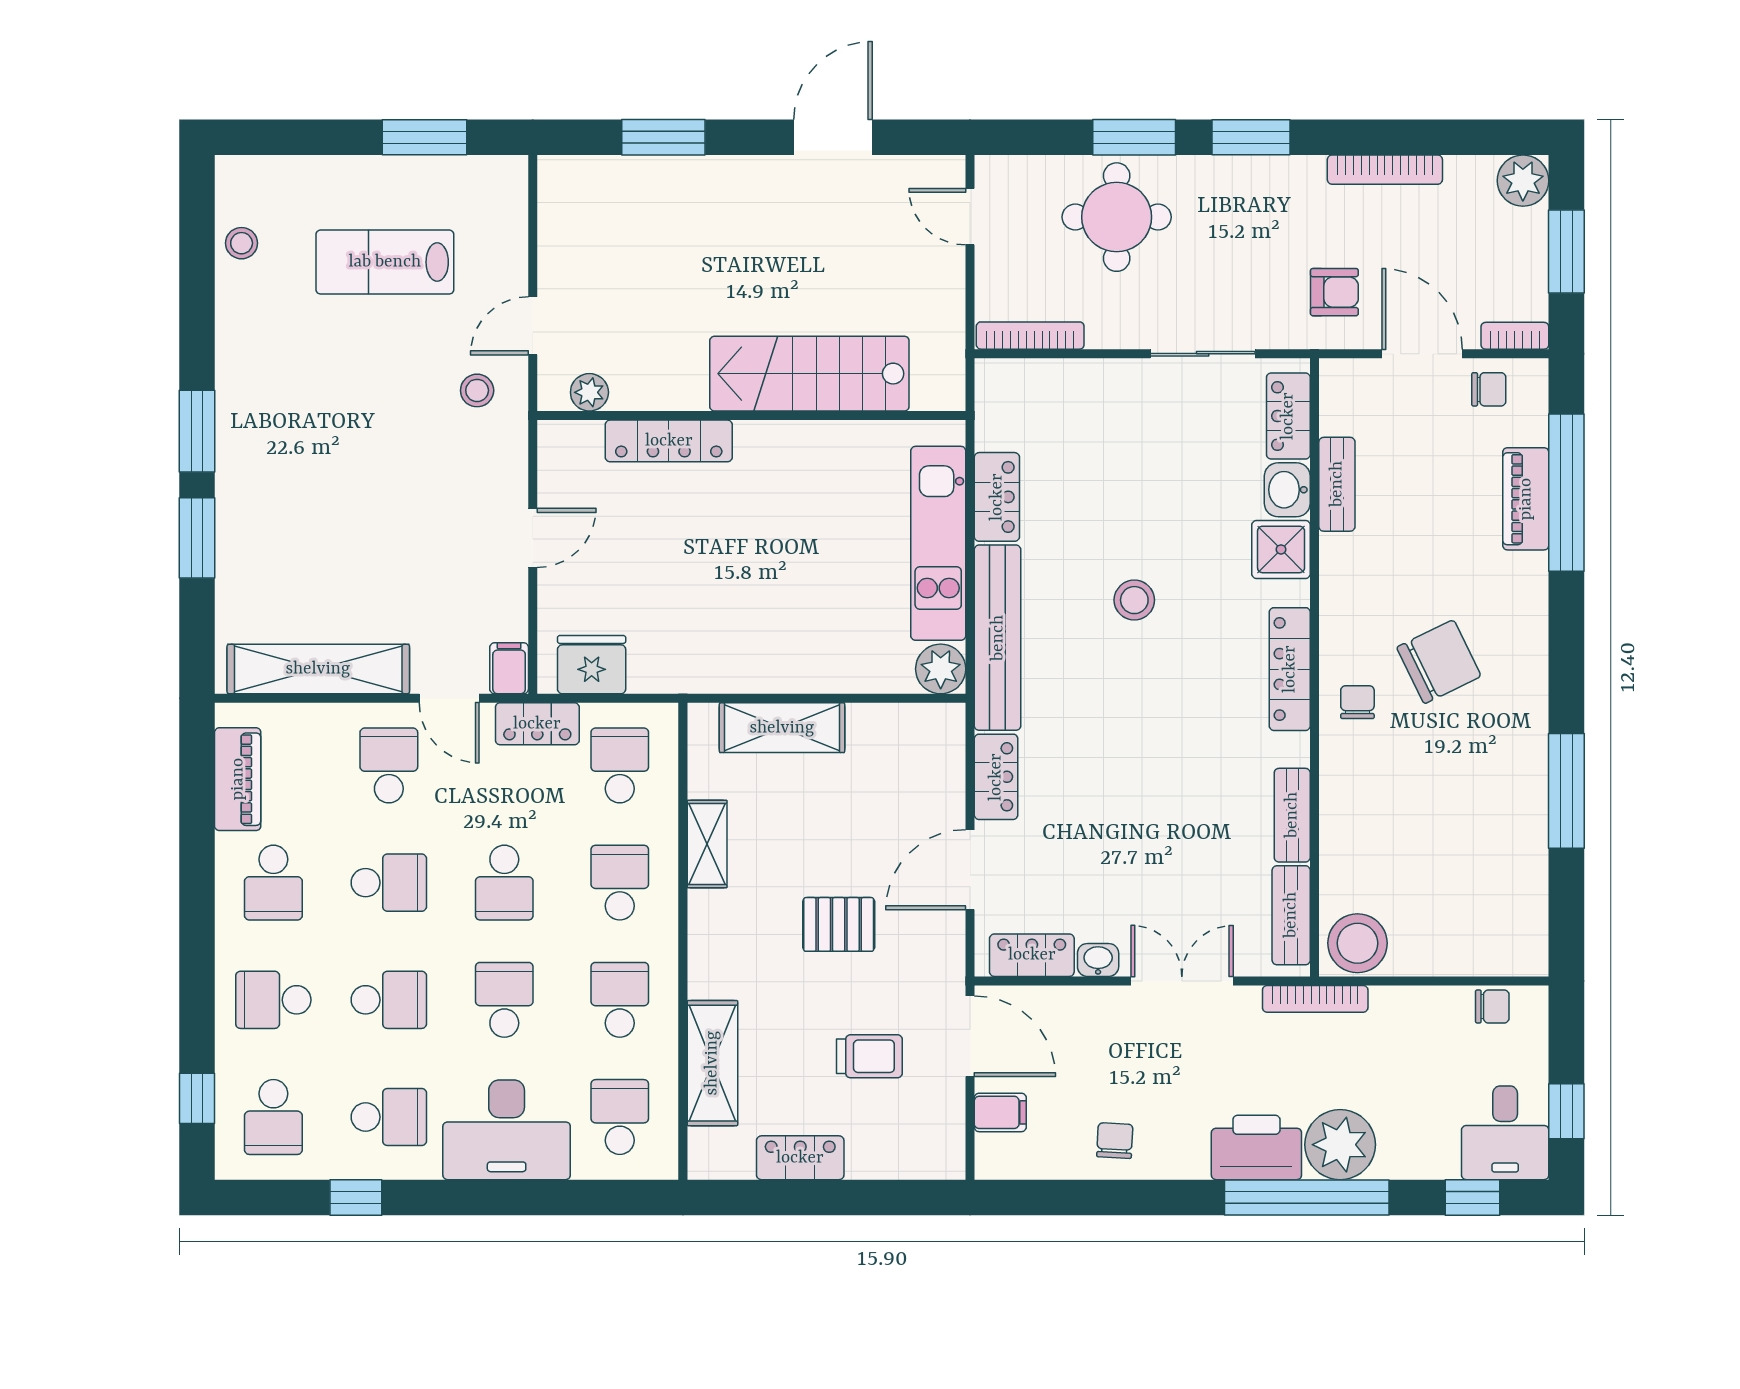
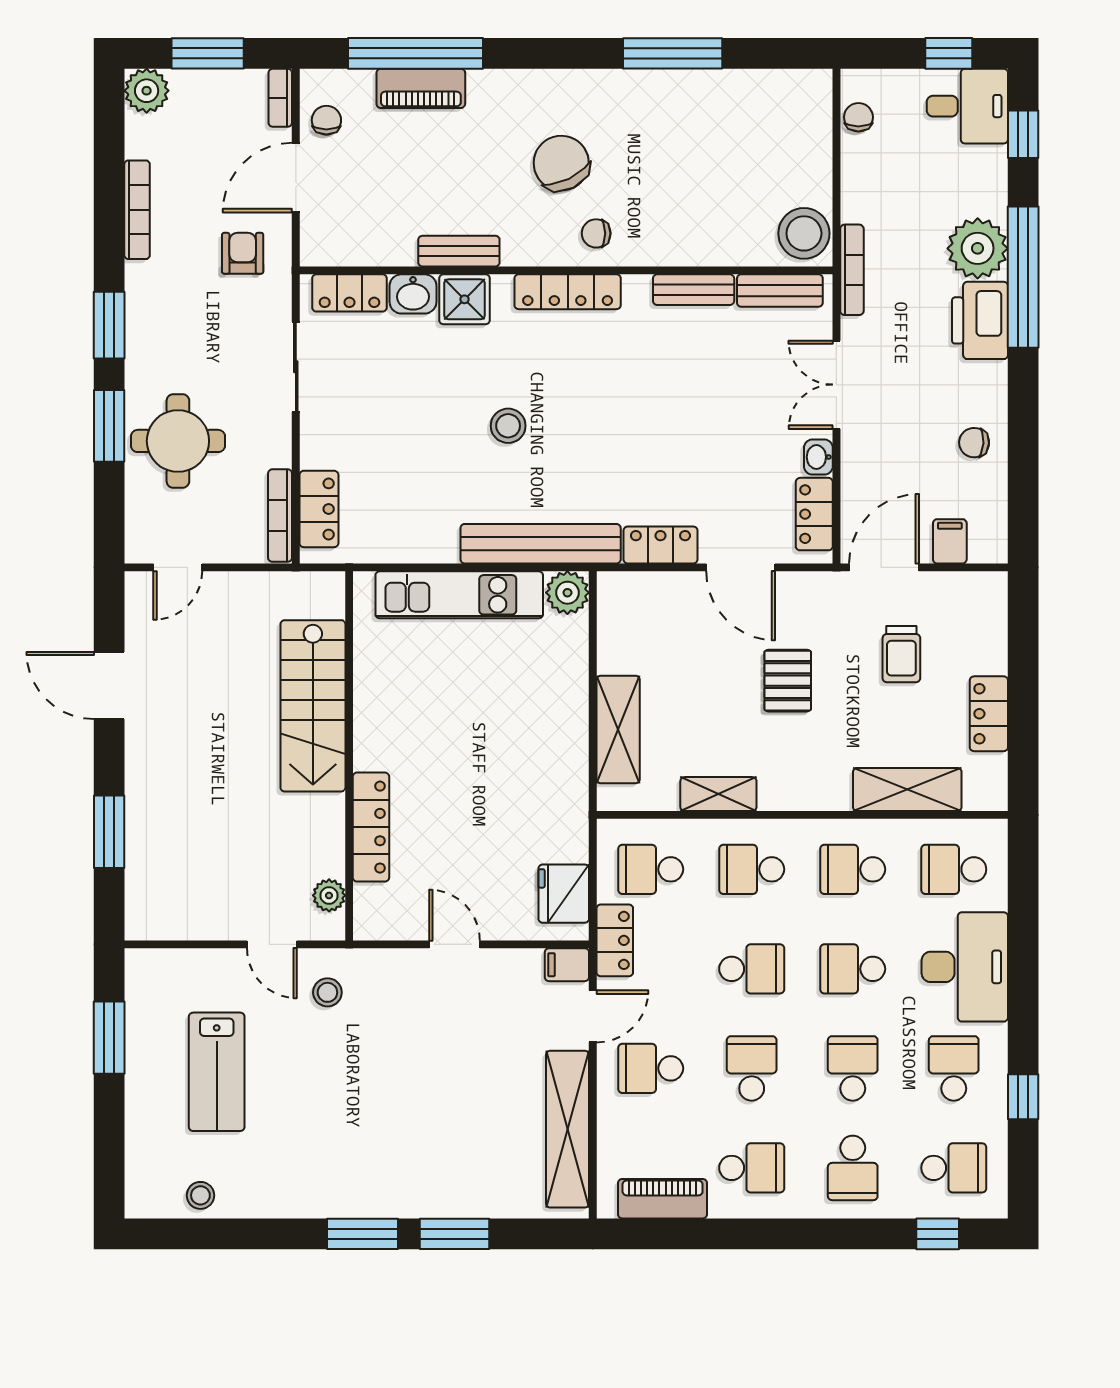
bench: (1337, 484) -> (459, 251), moved
locker: (997, 497) -> (319, 509), moved, turned 90
trolley: (869, 1056) -> (901, 654), turned 180

